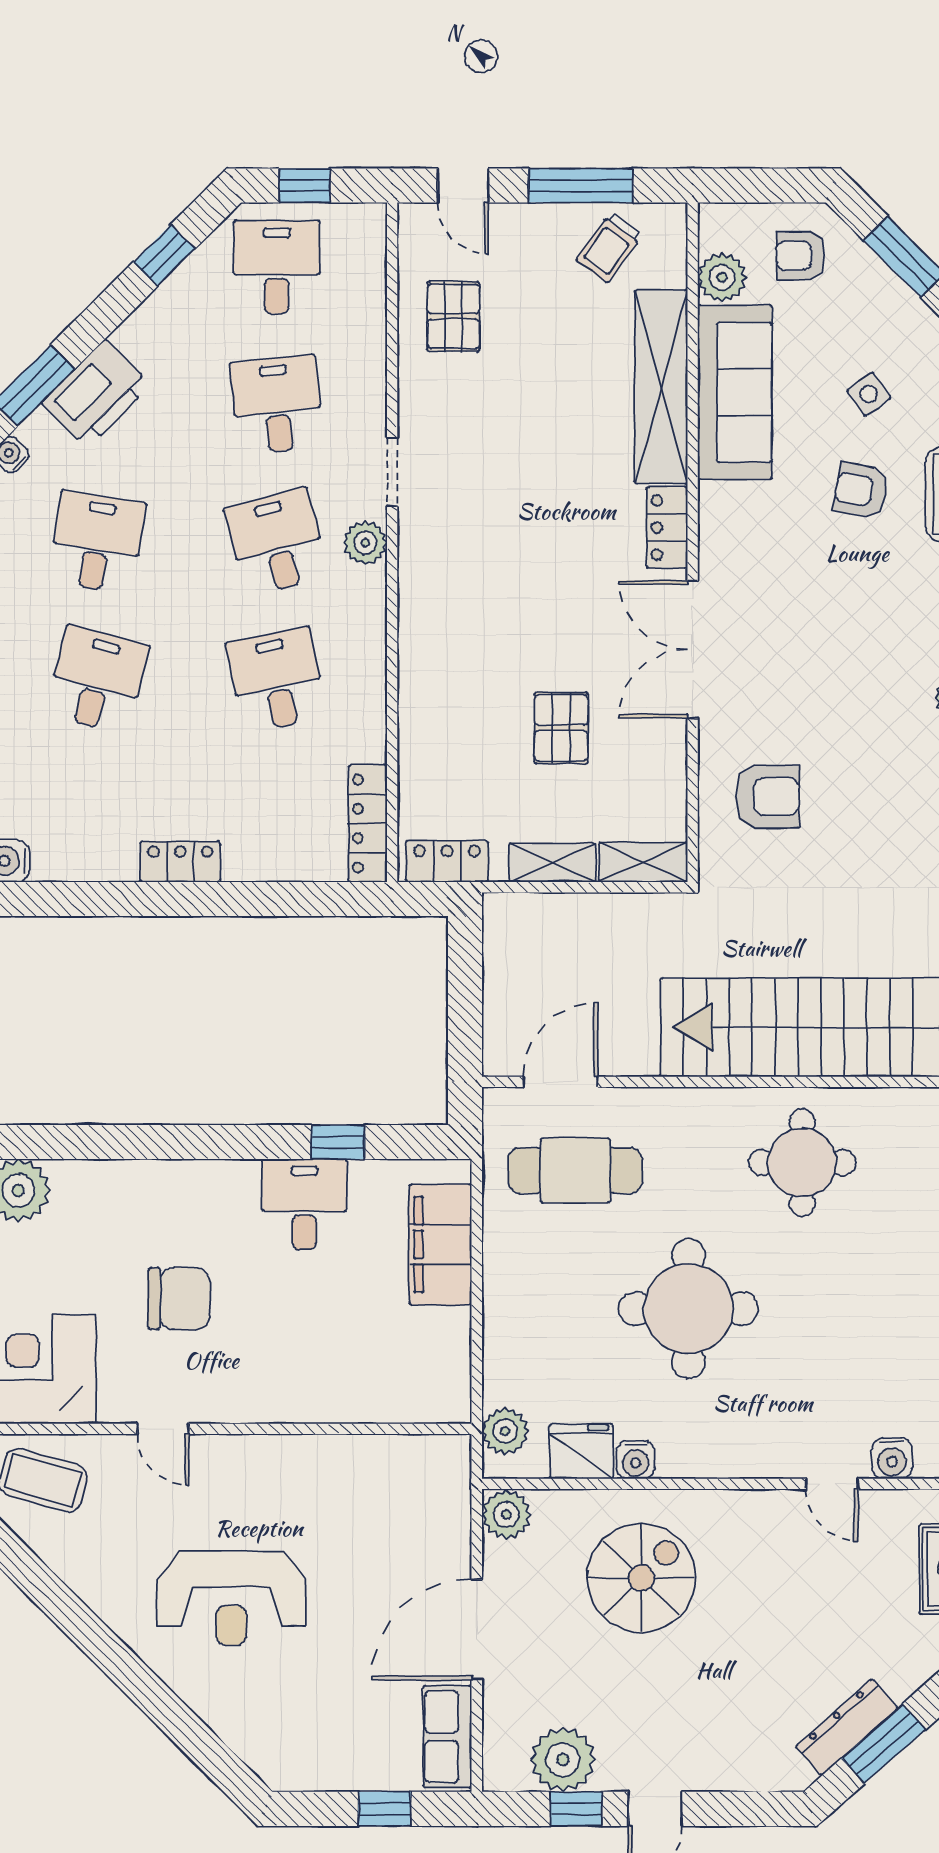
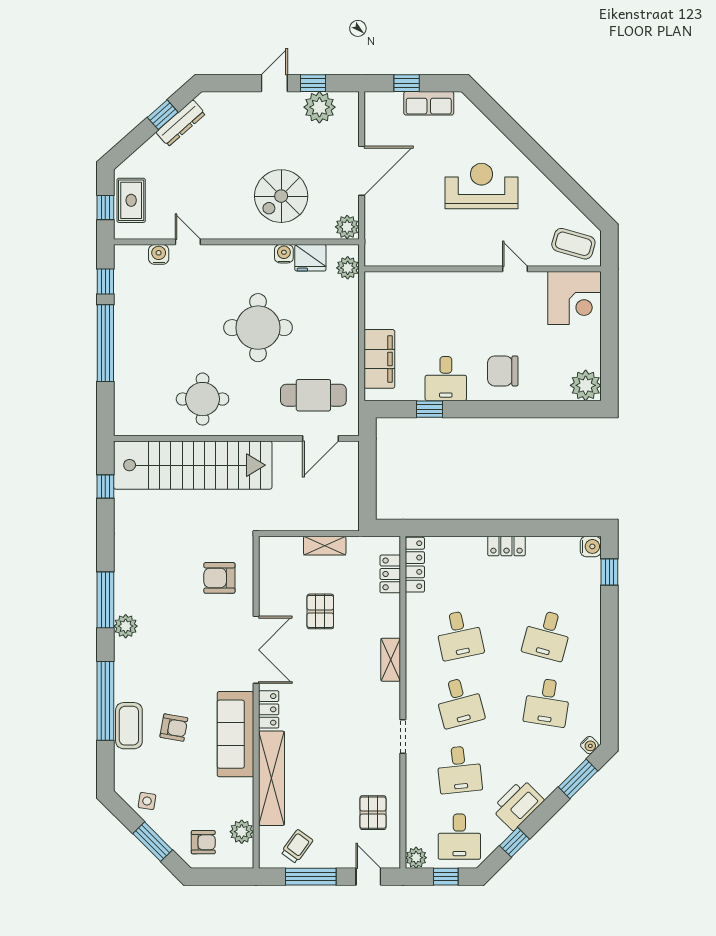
sofa: (735, 392) -> (235, 734), moved
printer: (96, 394) -> (518, 805), moved
side table: (869, 394) -> (147, 801), moved, turned 45
plant: (365, 543) -> (416, 858), moved
locker: (447, 861) -> (390, 574), moved, turned 90
shelving: (643, 862) -> (391, 660), moved, turned 90
chair: (179, 1299) -> (503, 371), moved
row of seats: (447, 1737) -> (429, 103), moved, turned 90
window: (883, 1744) -> (163, 115), width x0.67

